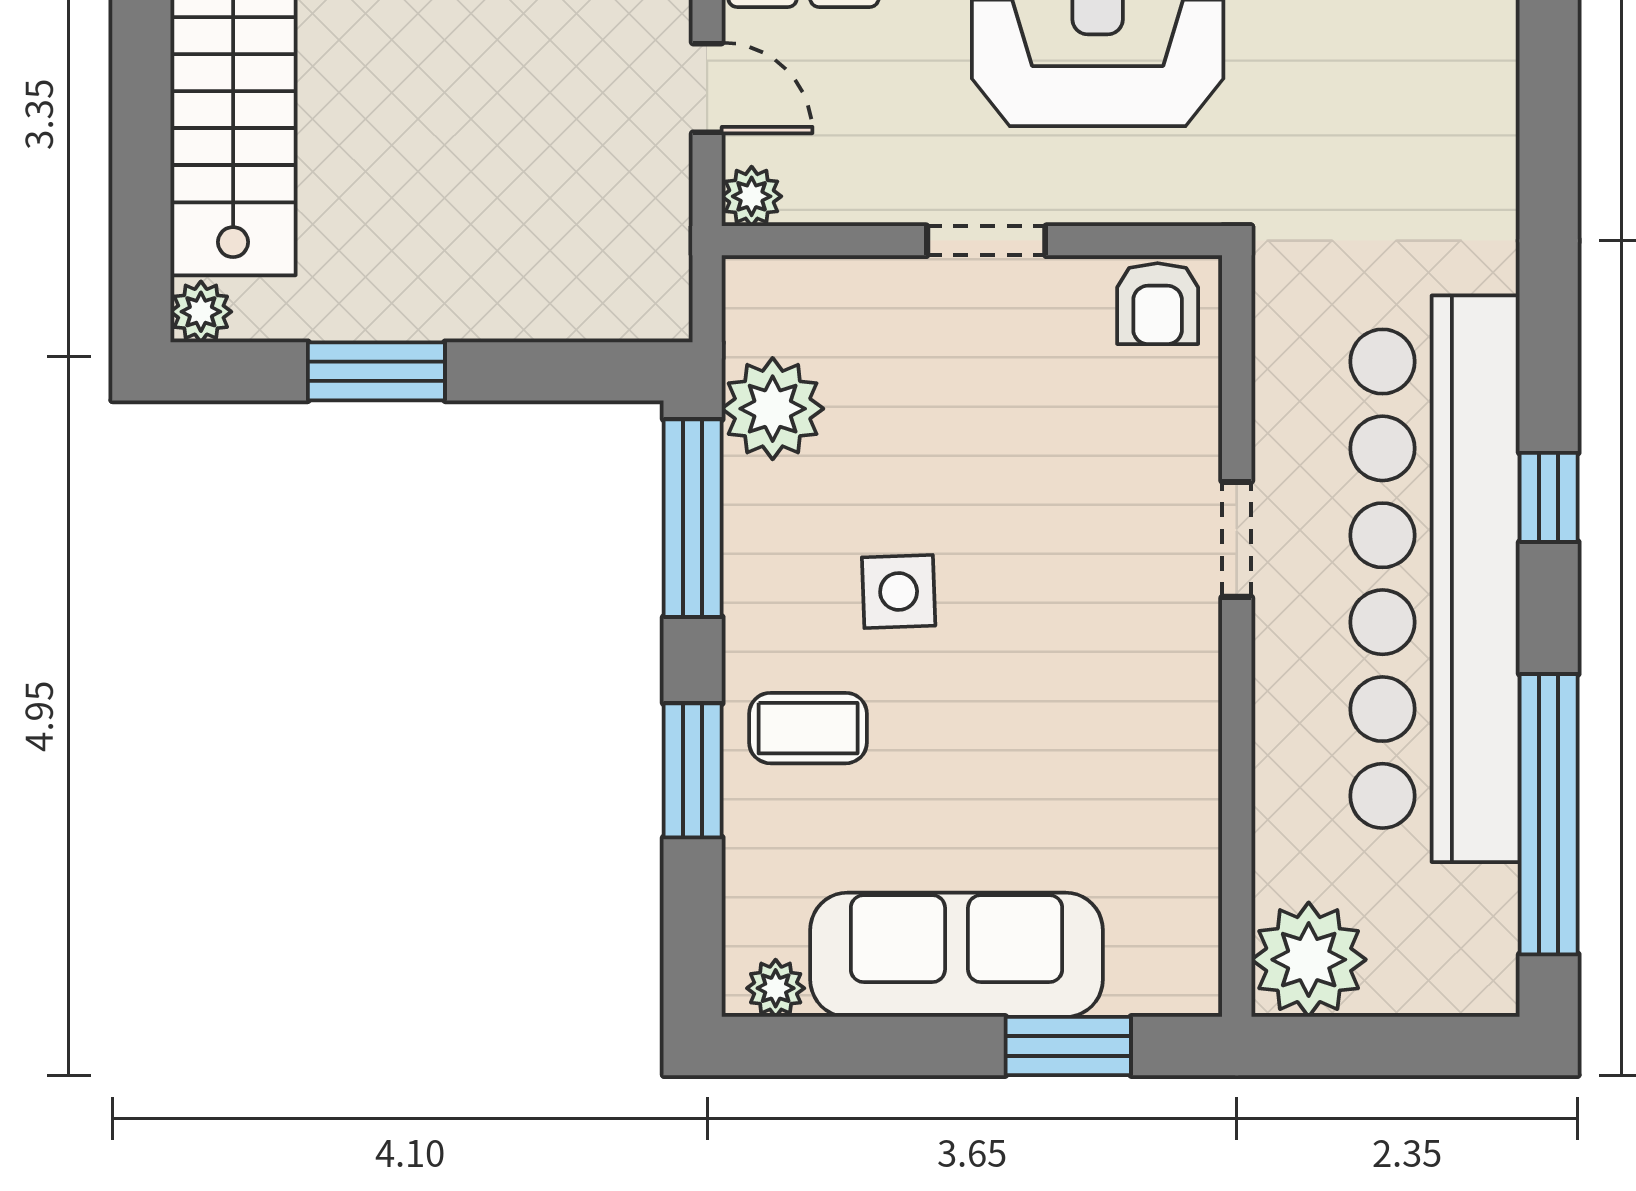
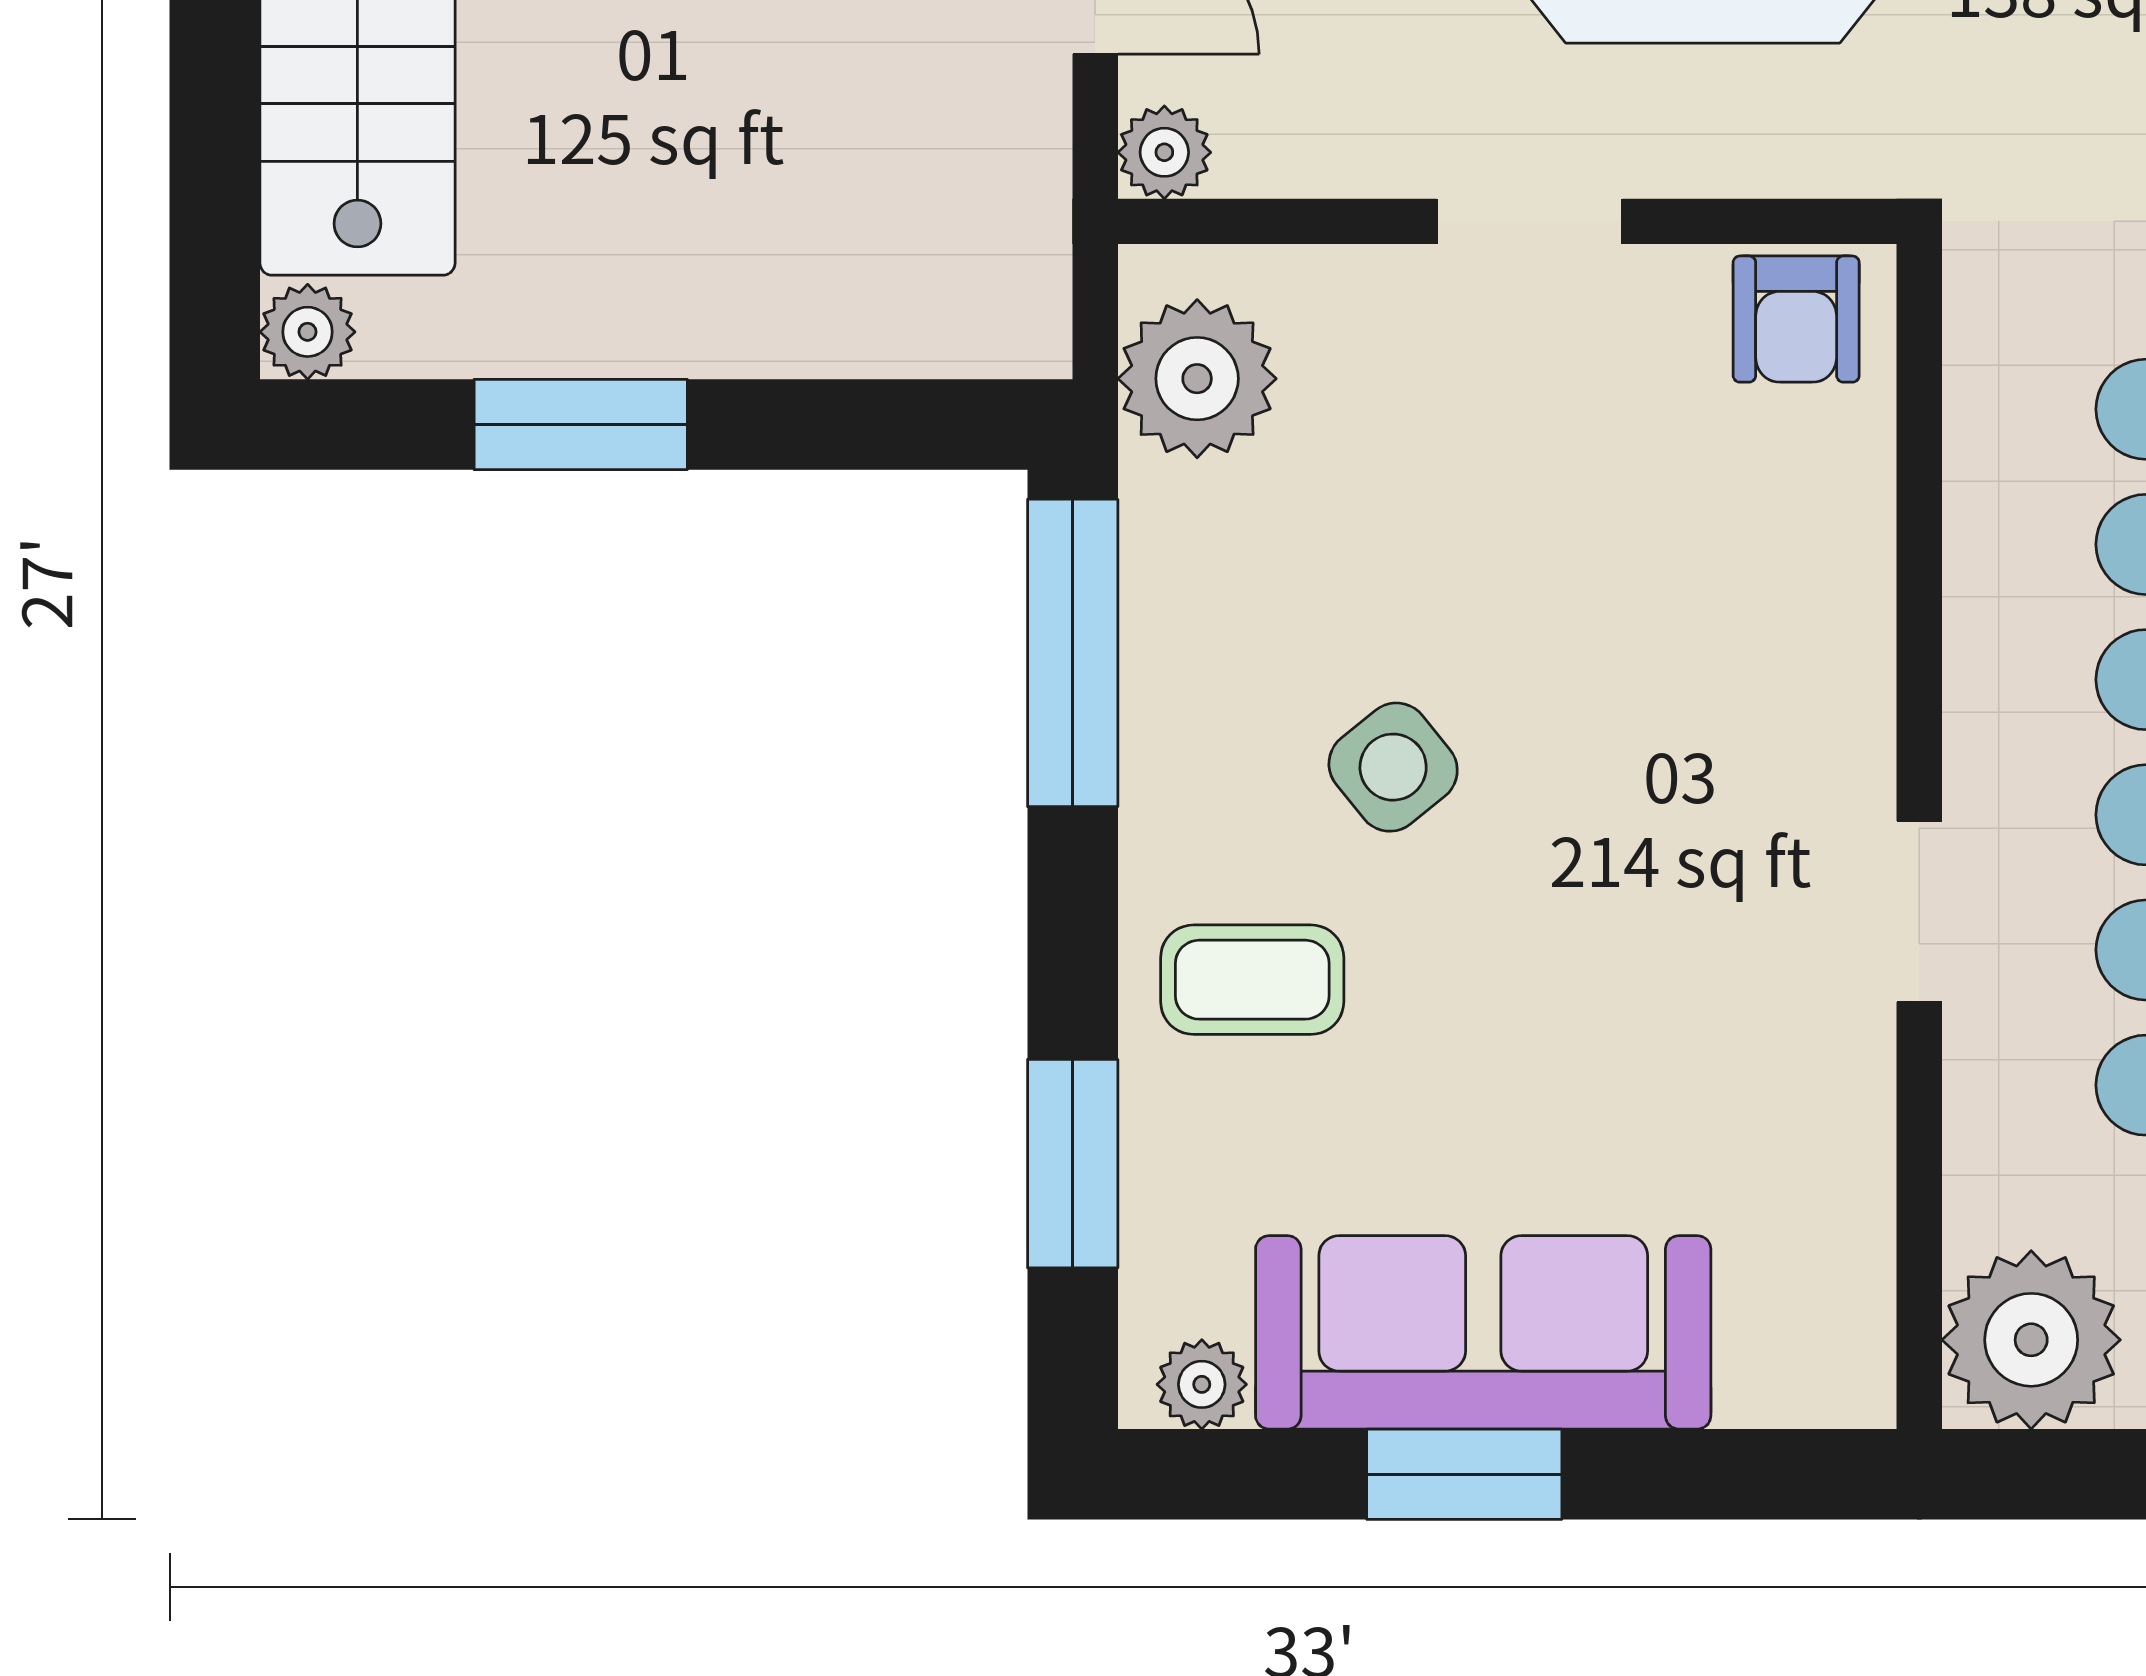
plant: (773, 409) -> (1197, 379), moved
doorway: (1237, 539) -> (1919, 912), moved
side table: (899, 591) -> (1393, 767), turned -37
window: (693, 770) -> (1073, 1164), moved
window: (1068, 1046) -> (1464, 1474), moved

